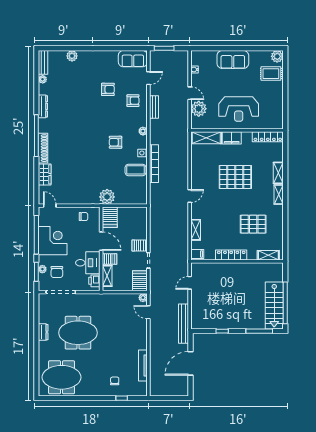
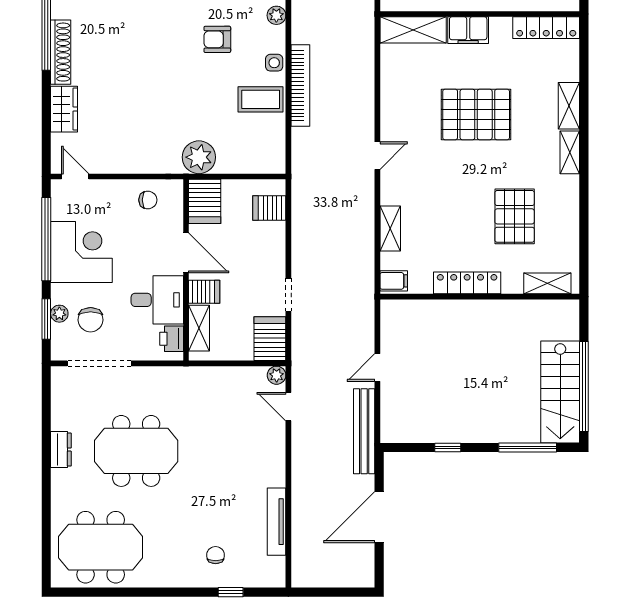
pallet: (253, 224) -> (515, 216), turned 90
server rack: (140, 245) -> (269, 208), moved
door: (190, 283) -> (377, 367), moved

